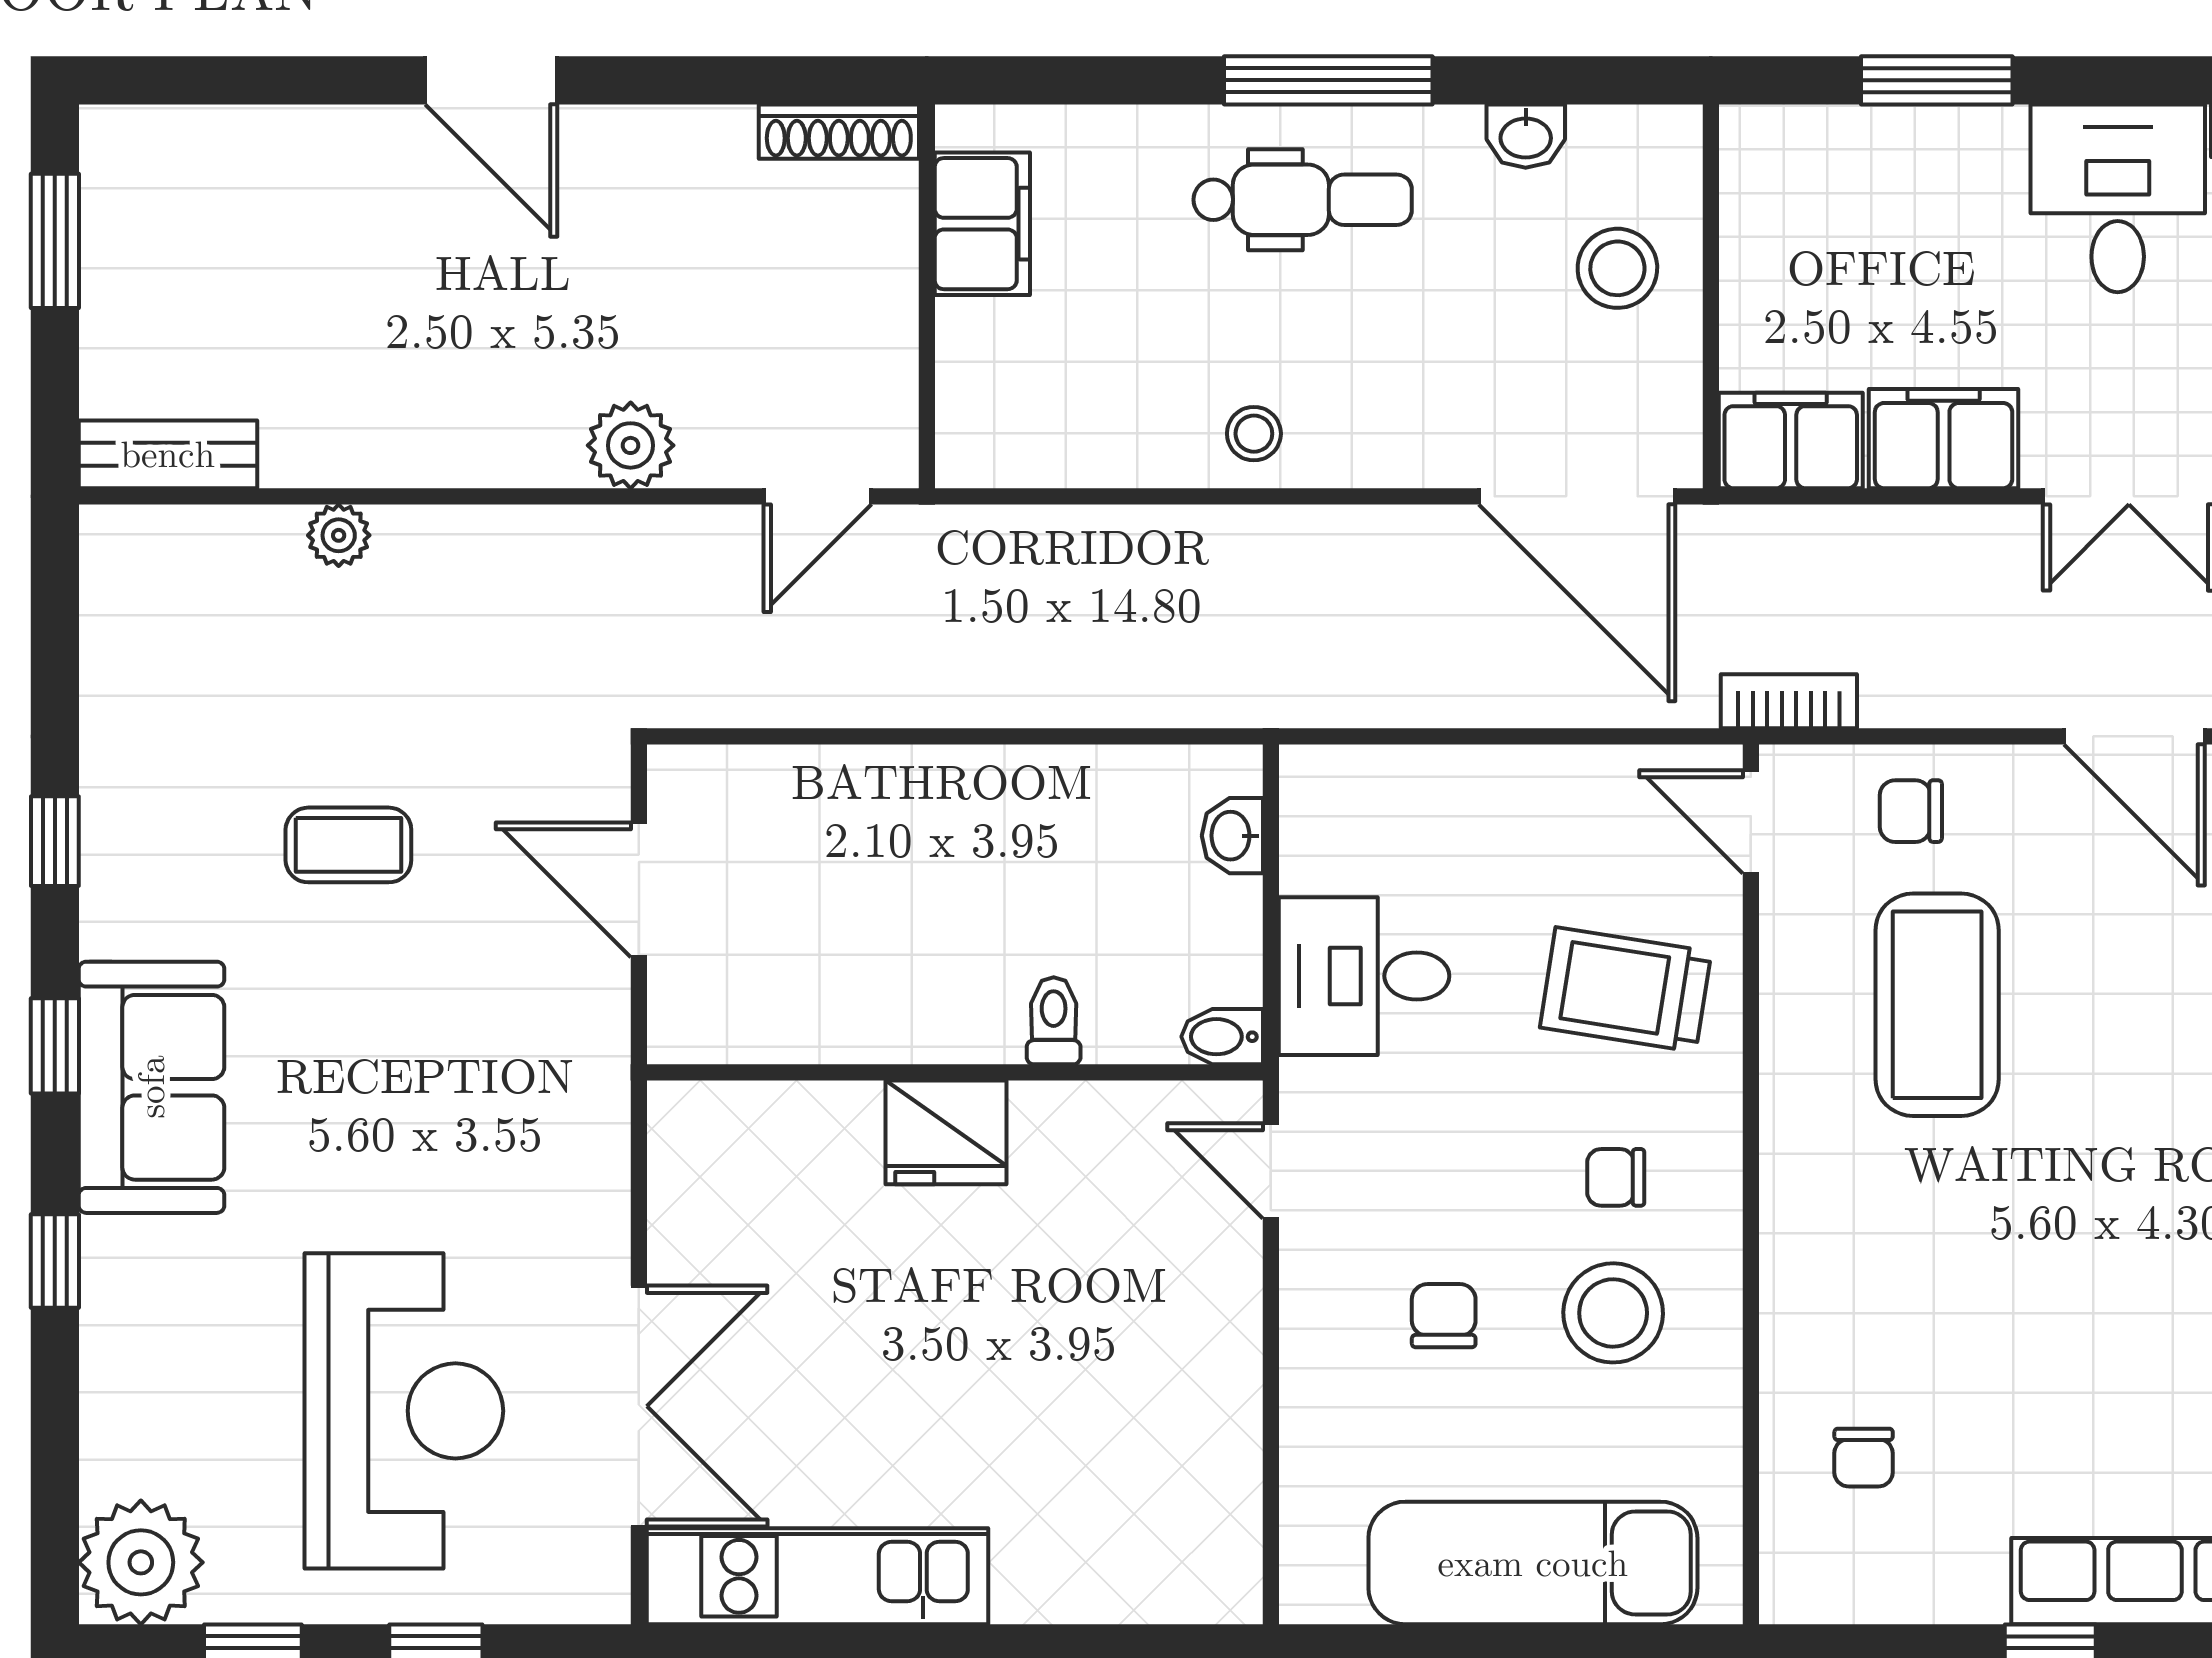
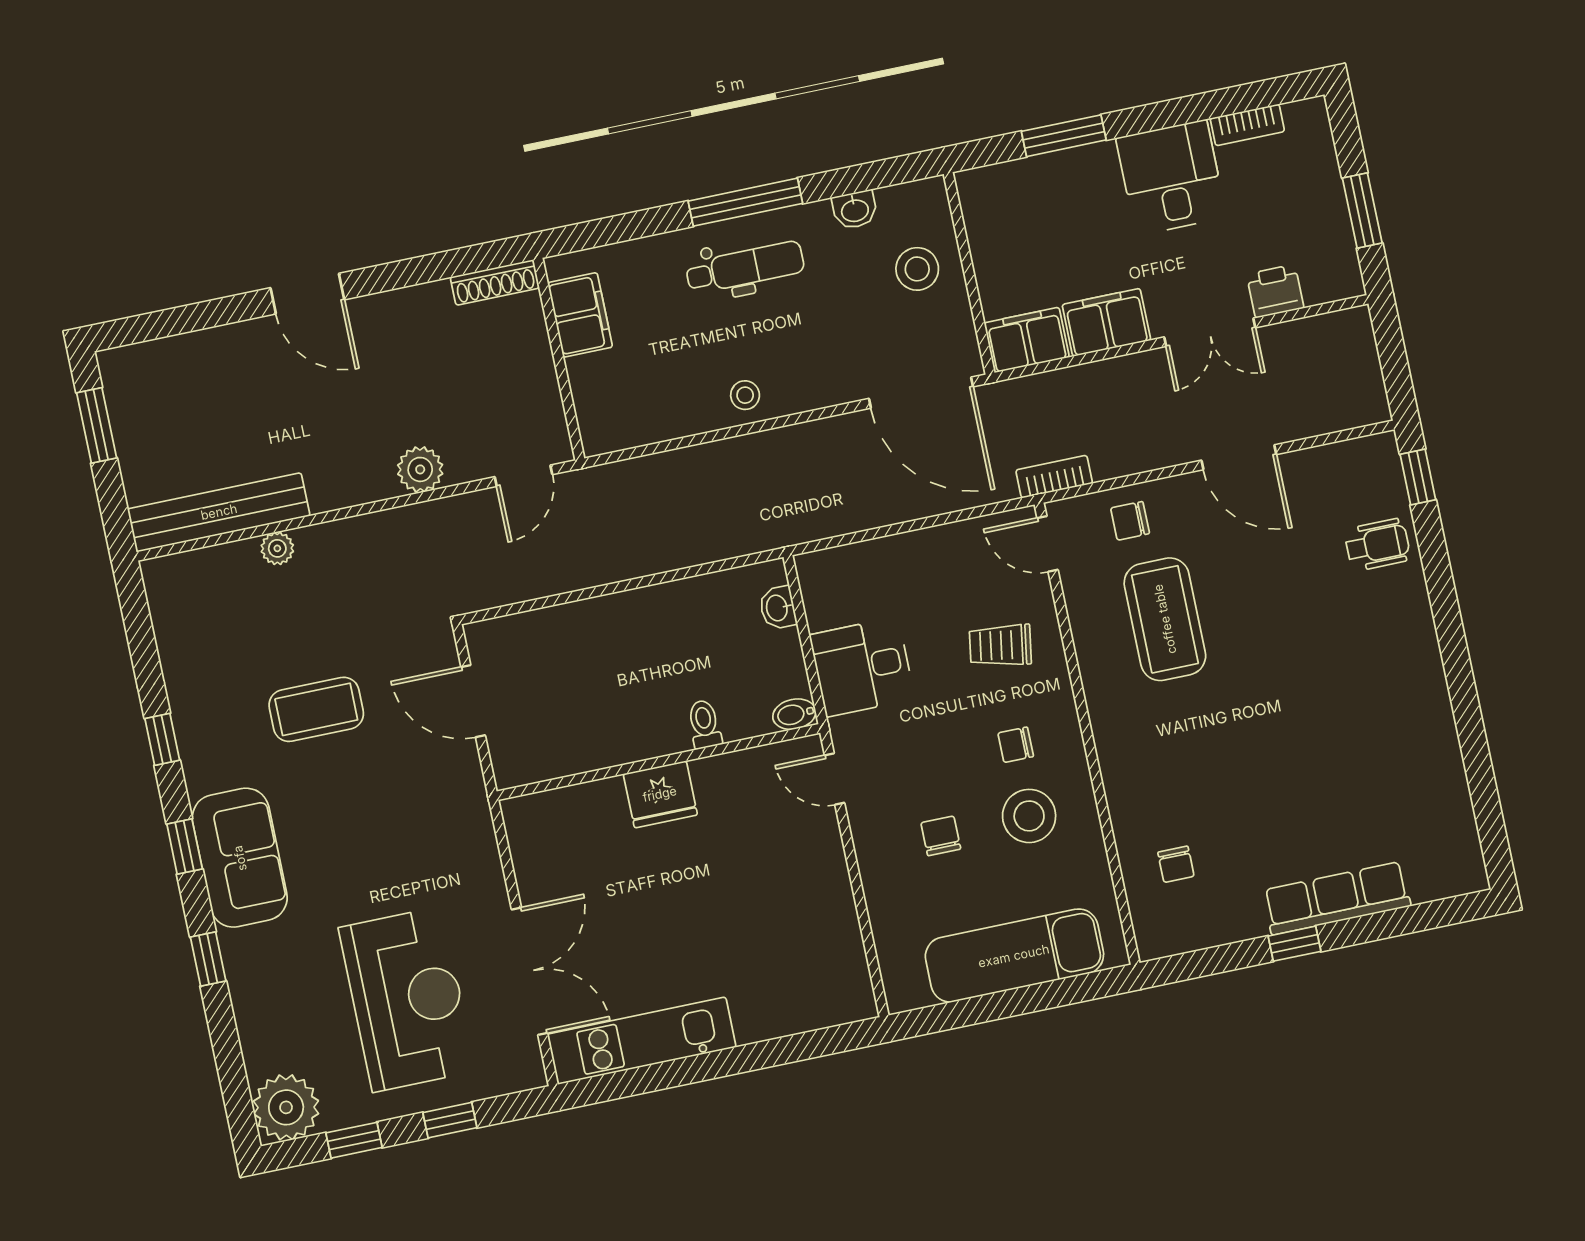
bench: (168, 454) -> (219, 512), width x1.86, depth x1.21
coffee table: (348, 845) -> (316, 709), width x1.36, depth x1.30
trolley: (1626, 990) -> (1000, 645), width x0.73, depth x0.72

